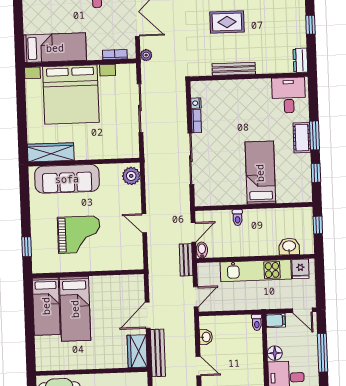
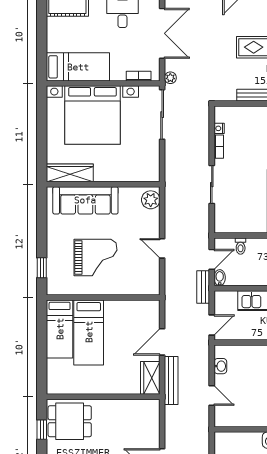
sliding door: (140, 108) -> (162, 115), moved
sliding door: (191, 159) -> (212, 185), width x0.73
toilet: (237, 218) -> (241, 246), moved

